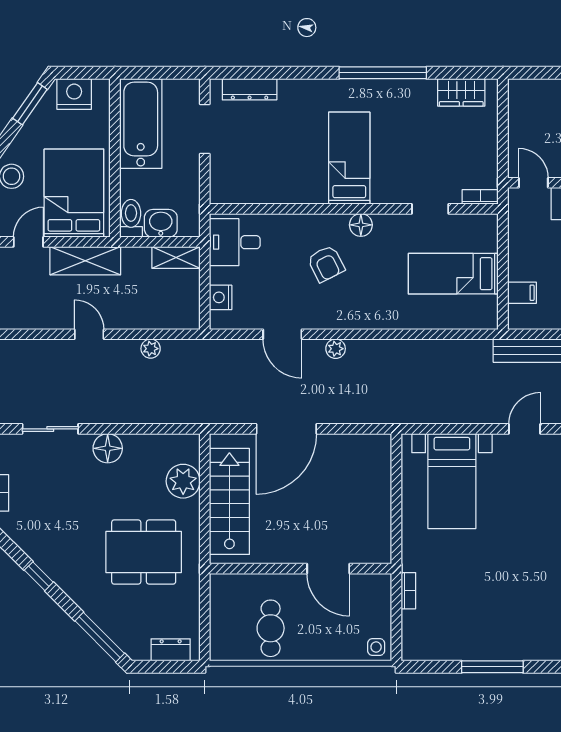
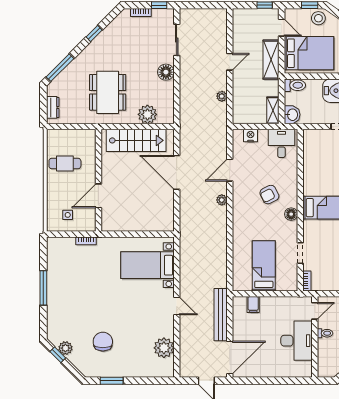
washbasin: (161, 223) -> (292, 115), moved
side table: (376, 647) -> (68, 215), moved

